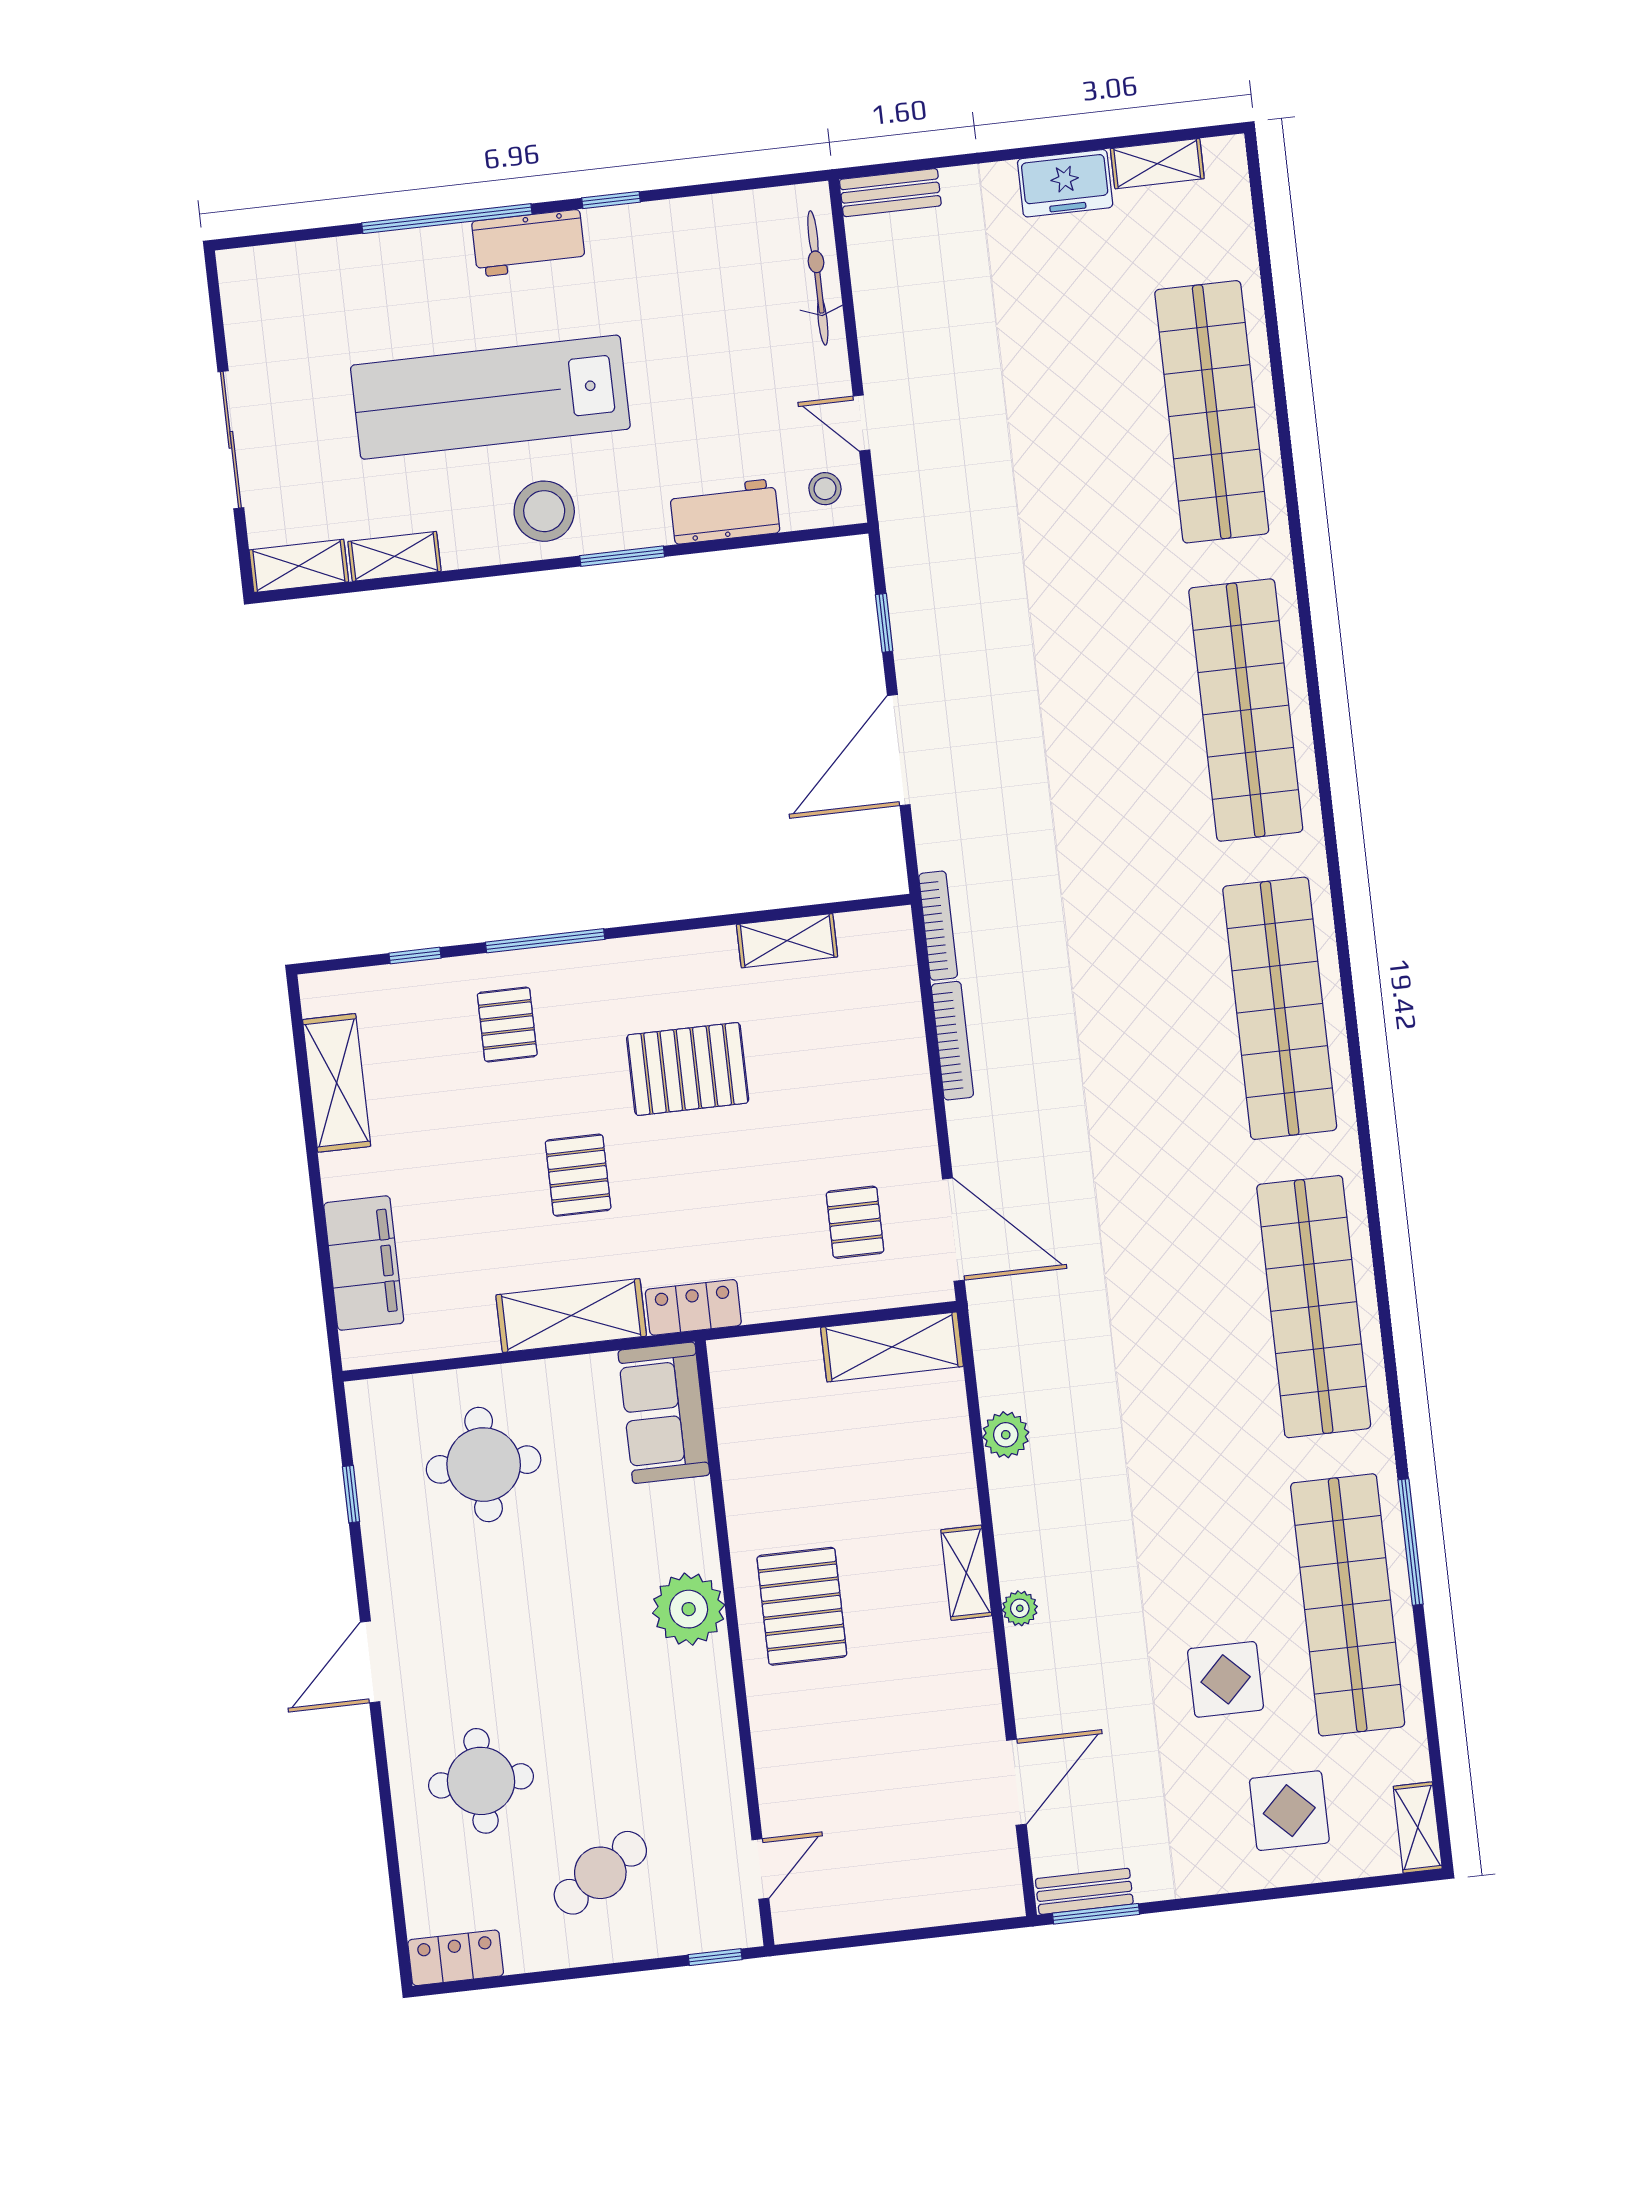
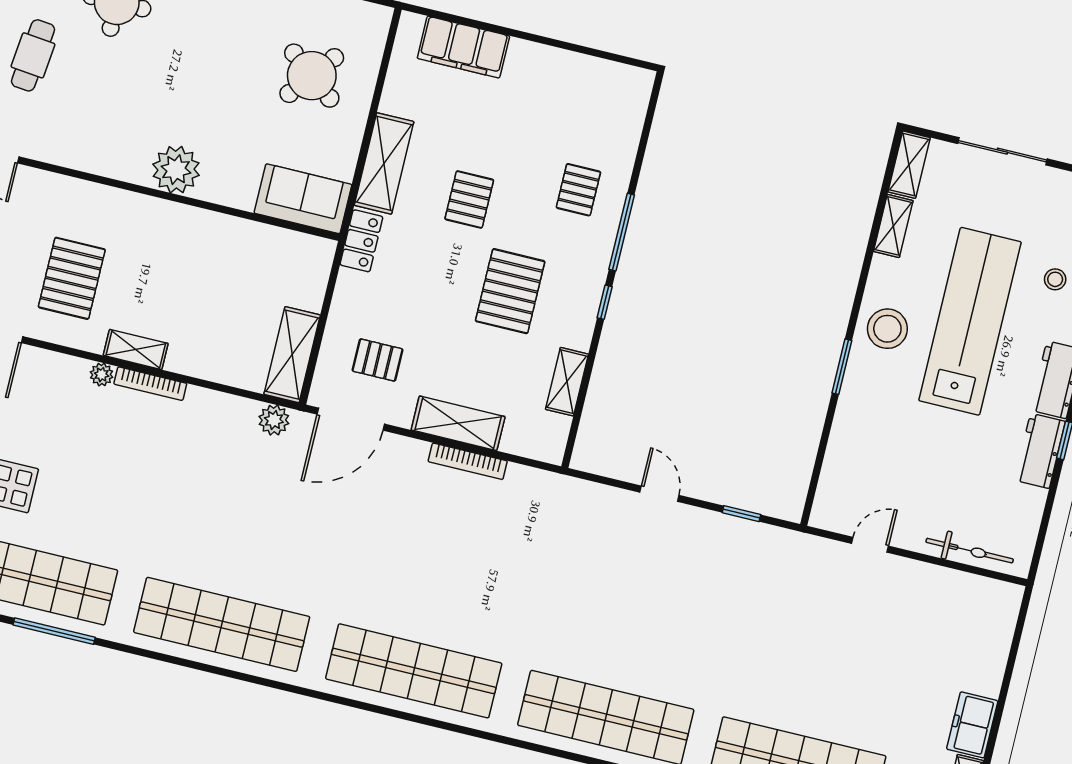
bench: (890, 193) -> (1006, 615), removed
stool: (825, 489) -> (1055, 279), moved
workbench: (725, 512) -> (1040, 451), moved, turned 180
door: (899, 750) -> (659, 494), width x0.53
bookcase: (938, 926) -> (150, 384), moved
window: (415, 956) -> (605, 302), moved
pallet: (507, 1025) -> (578, 190), turned 90
shelving: (337, 1083) -> (458, 423), moved
pallet: (578, 1175) -> (469, 199), turned 90
plant: (1006, 1435) -> (274, 420), moved
round table: (484, 1465) -> (312, 76), turned 38
pallet: (802, 1606) -> (72, 278), moved, turned 90
cafe table: (600, 1873) -> (33, 55), turned 39

